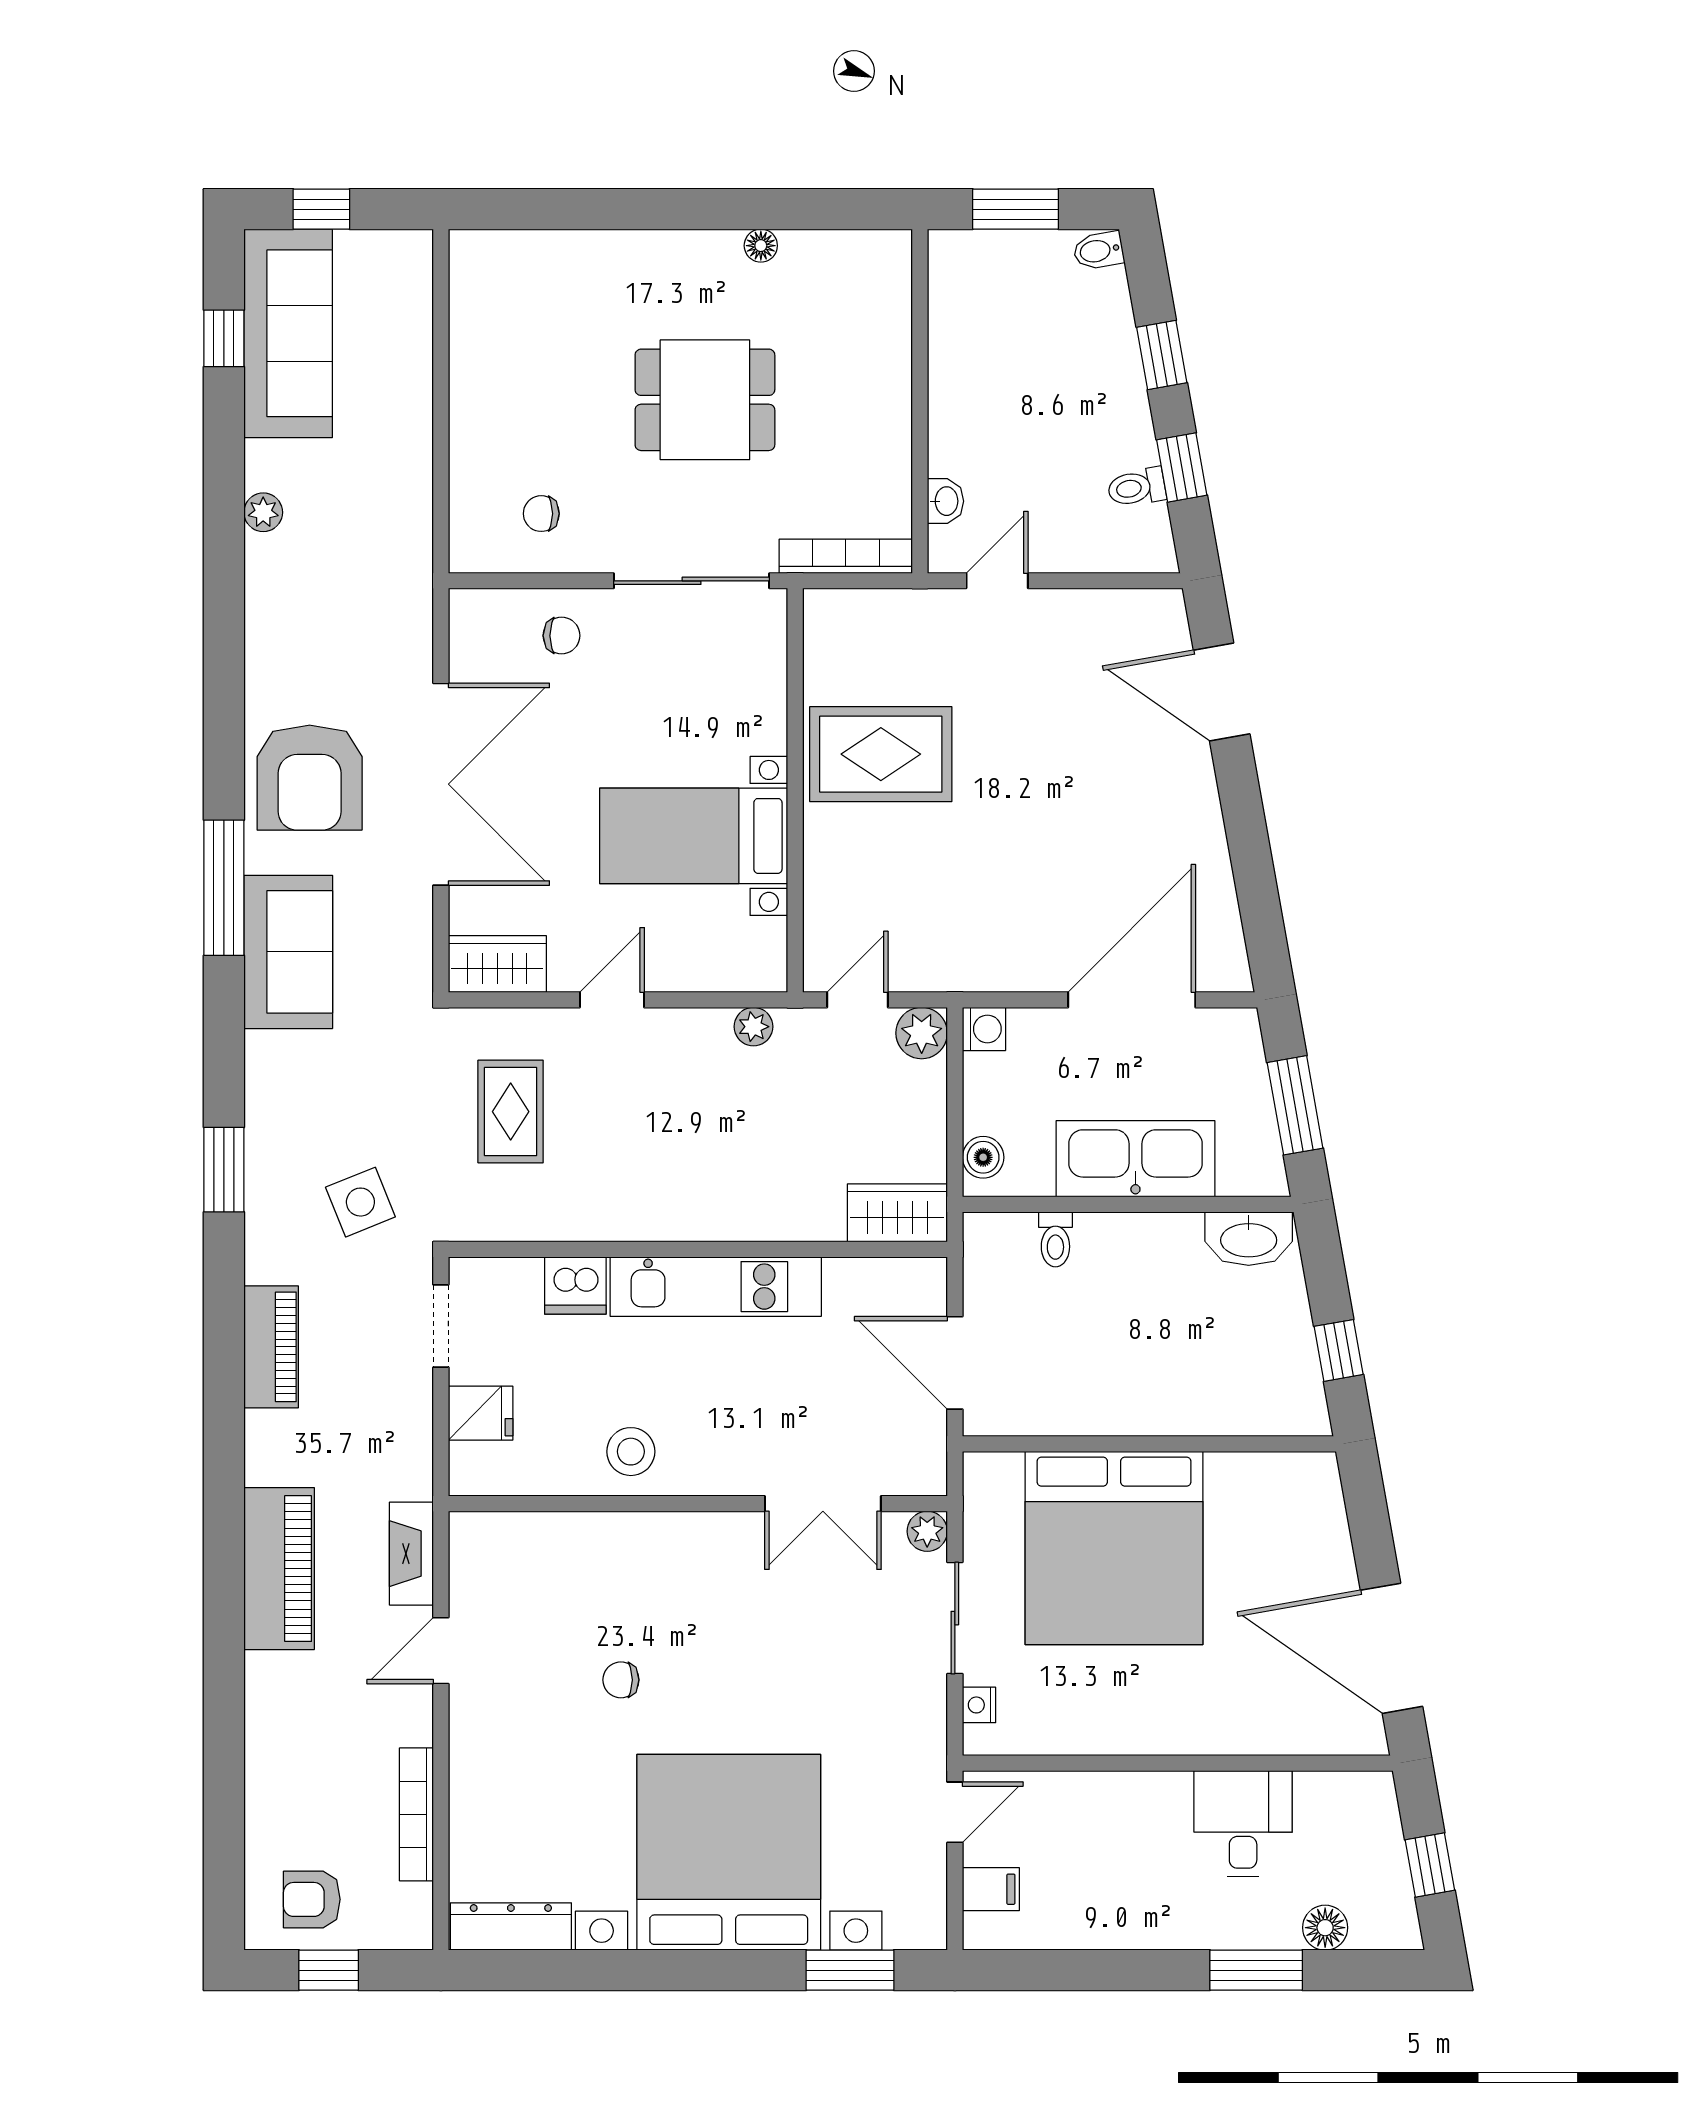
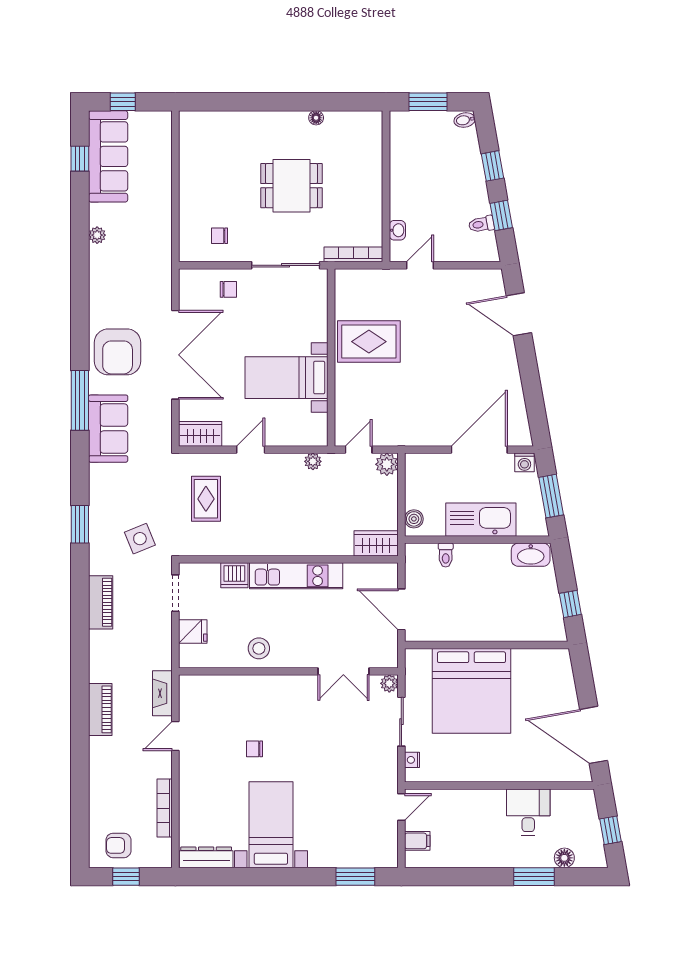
washing machine: (984, 1029) -> (524, 462), moved, turned 90
piano: (279, 1569) -> (100, 709), width x0.73, depth x0.75
bed with nightstands: (729, 1852) -> (271, 825), width x0.54

